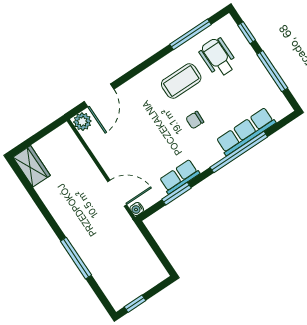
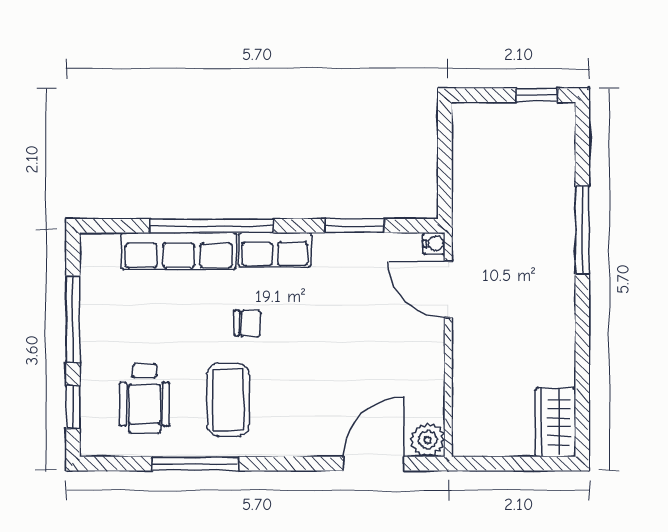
window: (191, 34) -> (195, 464), moved
coffee table: (181, 81) -> (228, 400), turned 90
row of seats: (179, 177) -> (275, 250), moved

